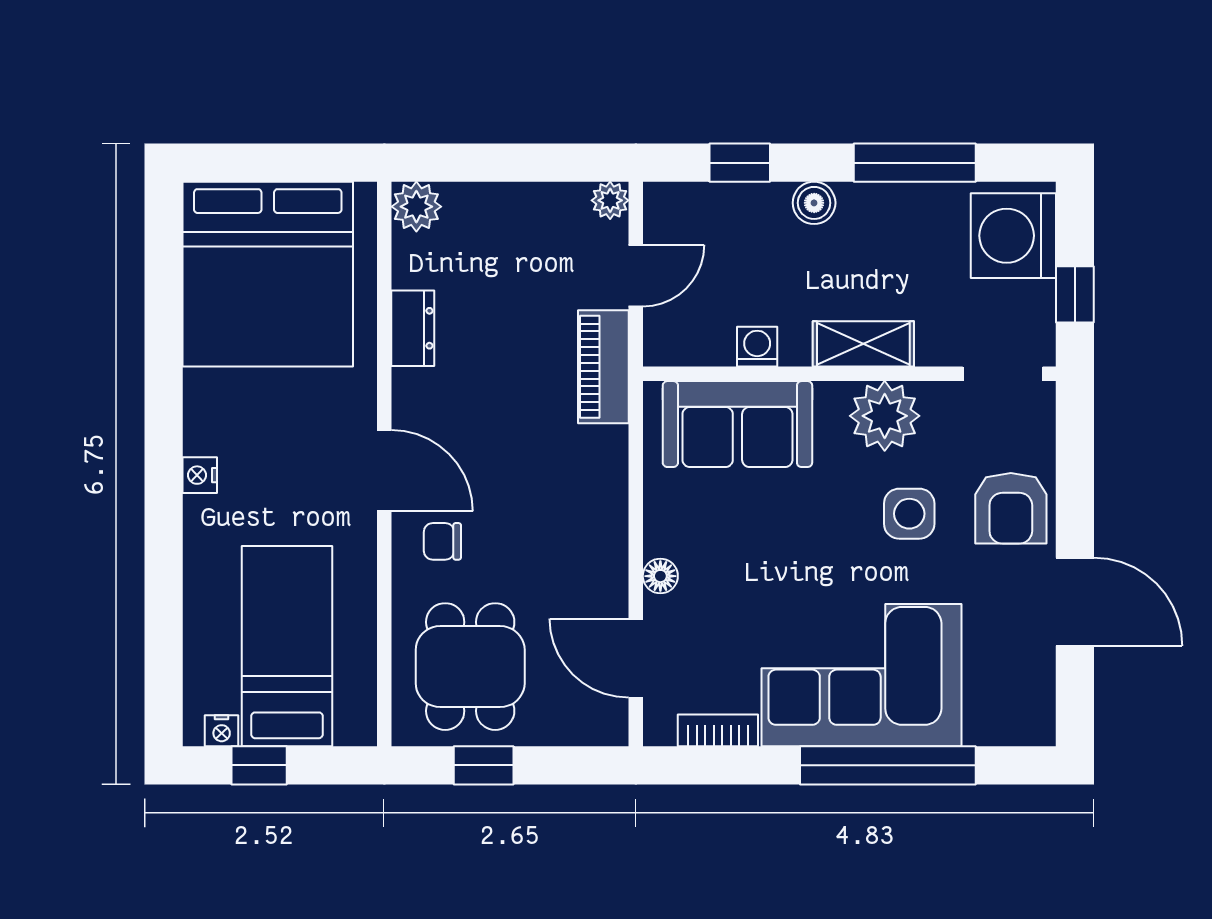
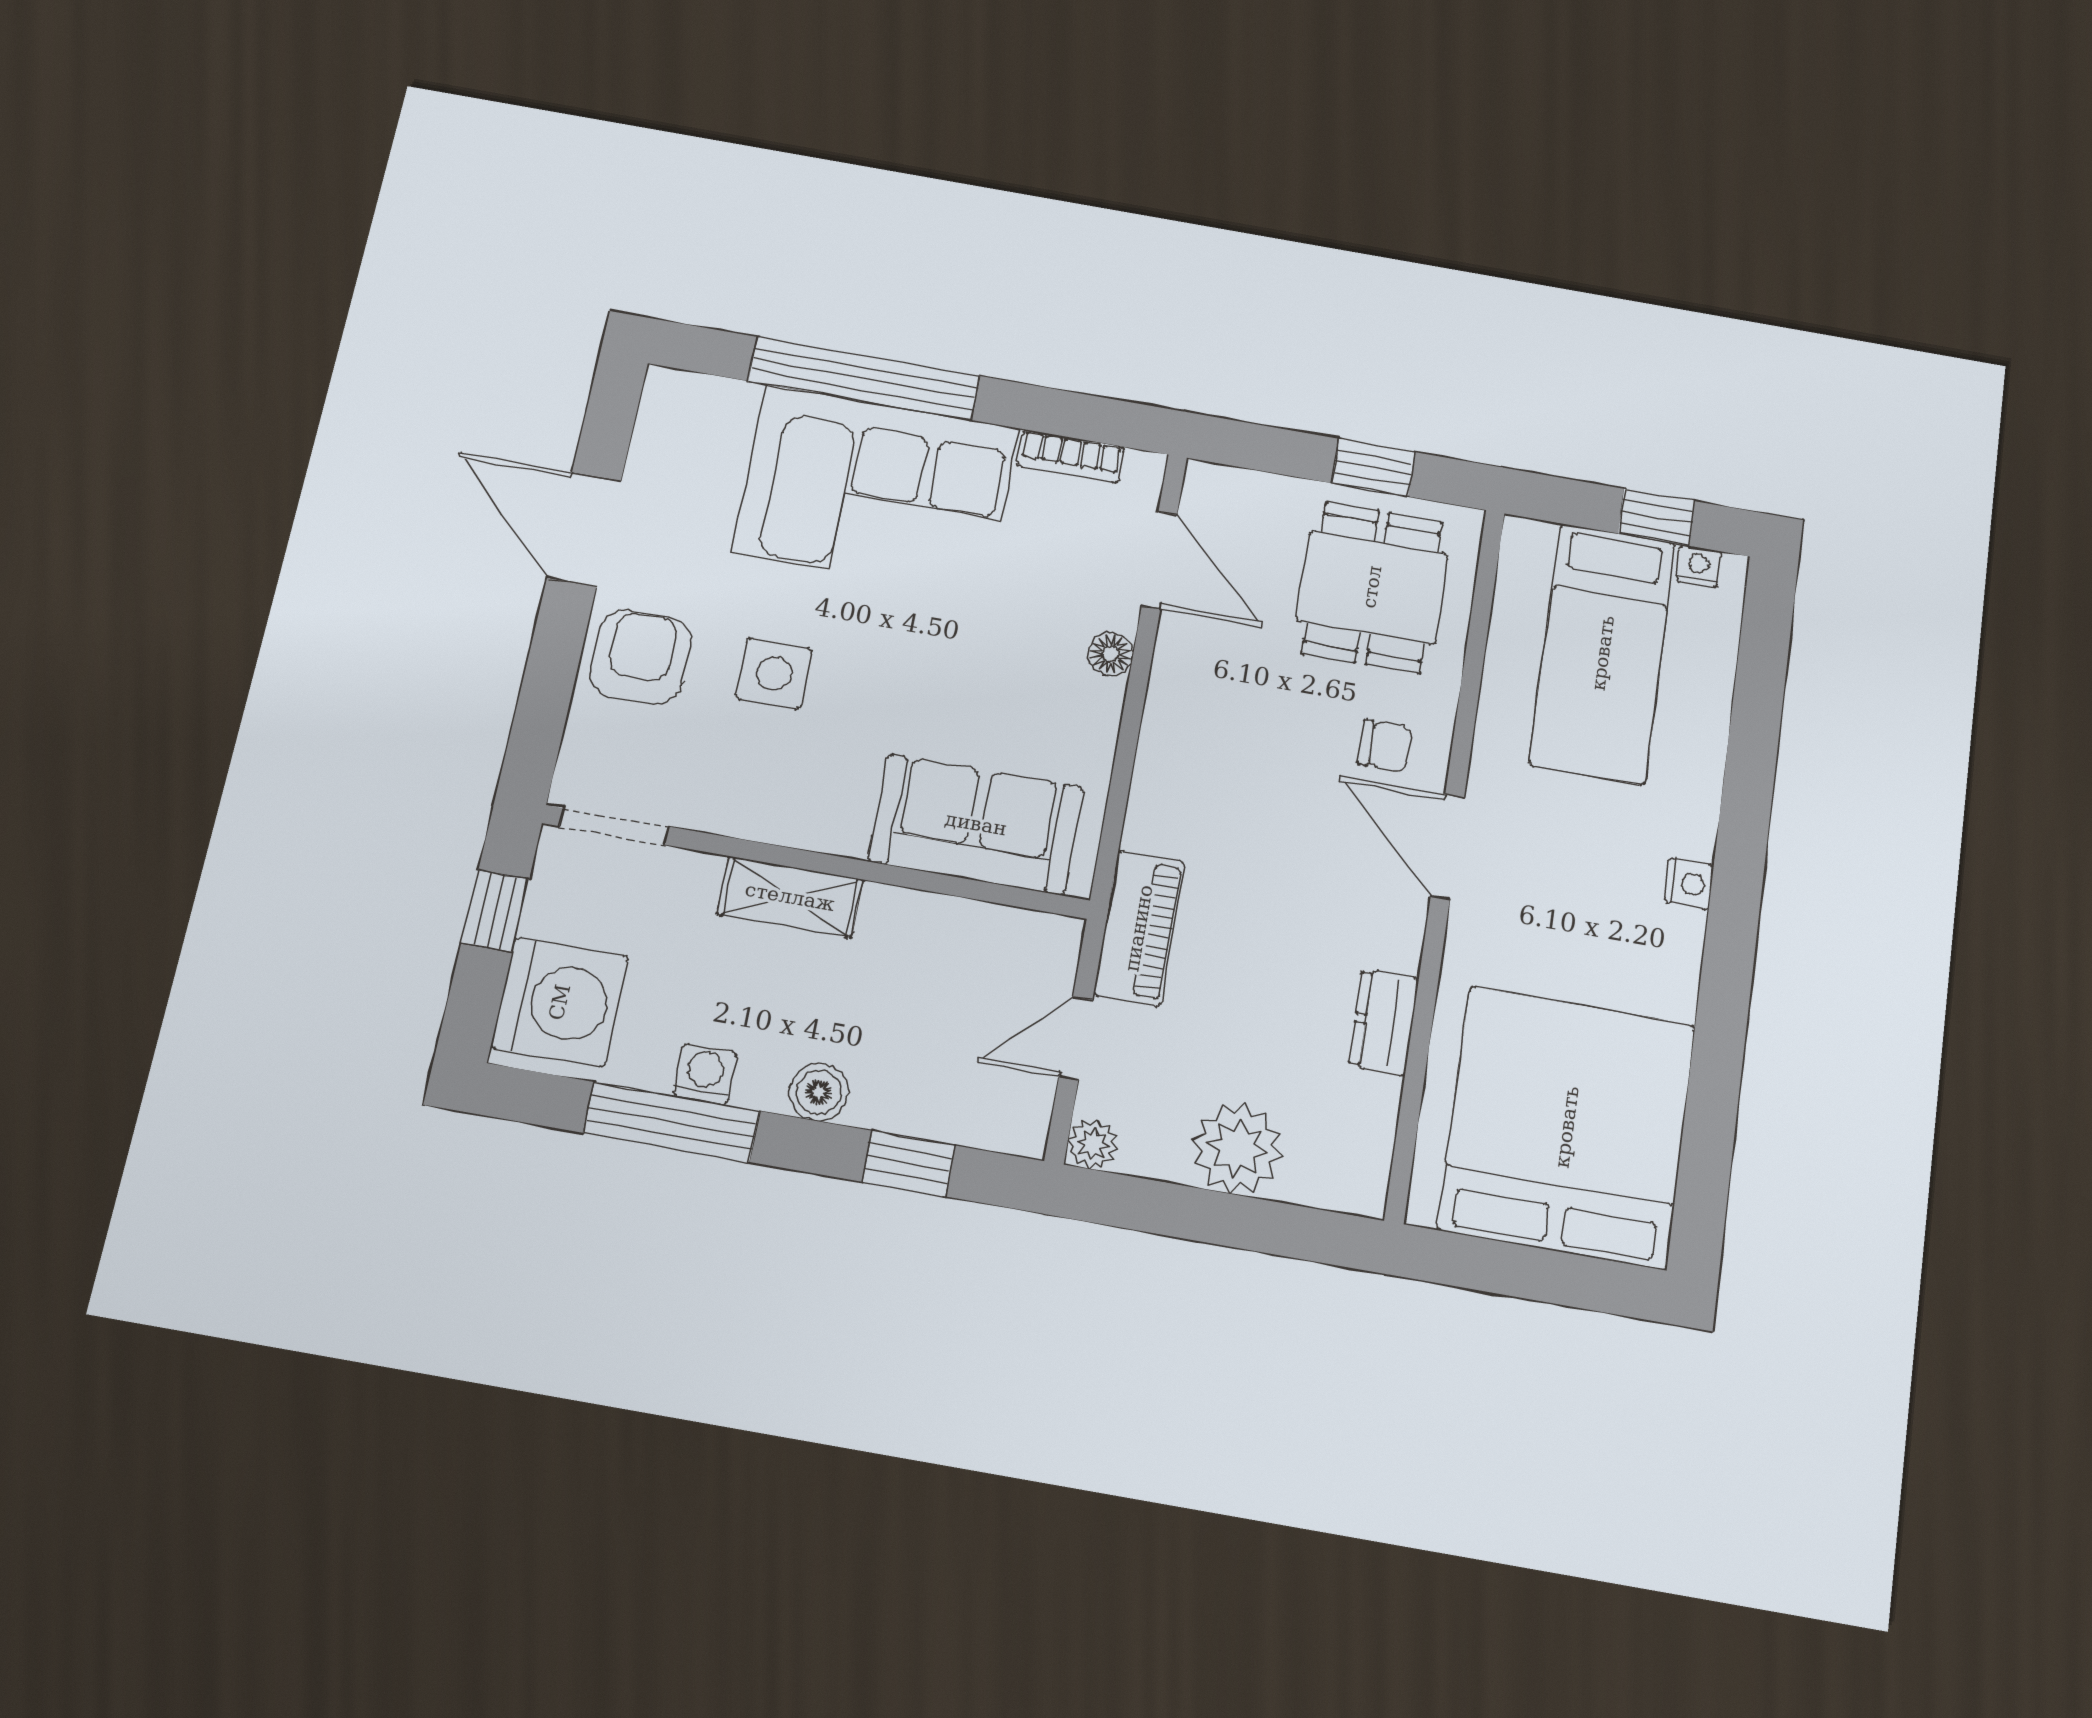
plant: (416, 207) -> (1237, 1148), moved, width x1.36, depth x1.36
washing machine: (757, 347) -> (705, 1074), moved, turned 180
plant: (885, 416) -> (781, 800), removed

